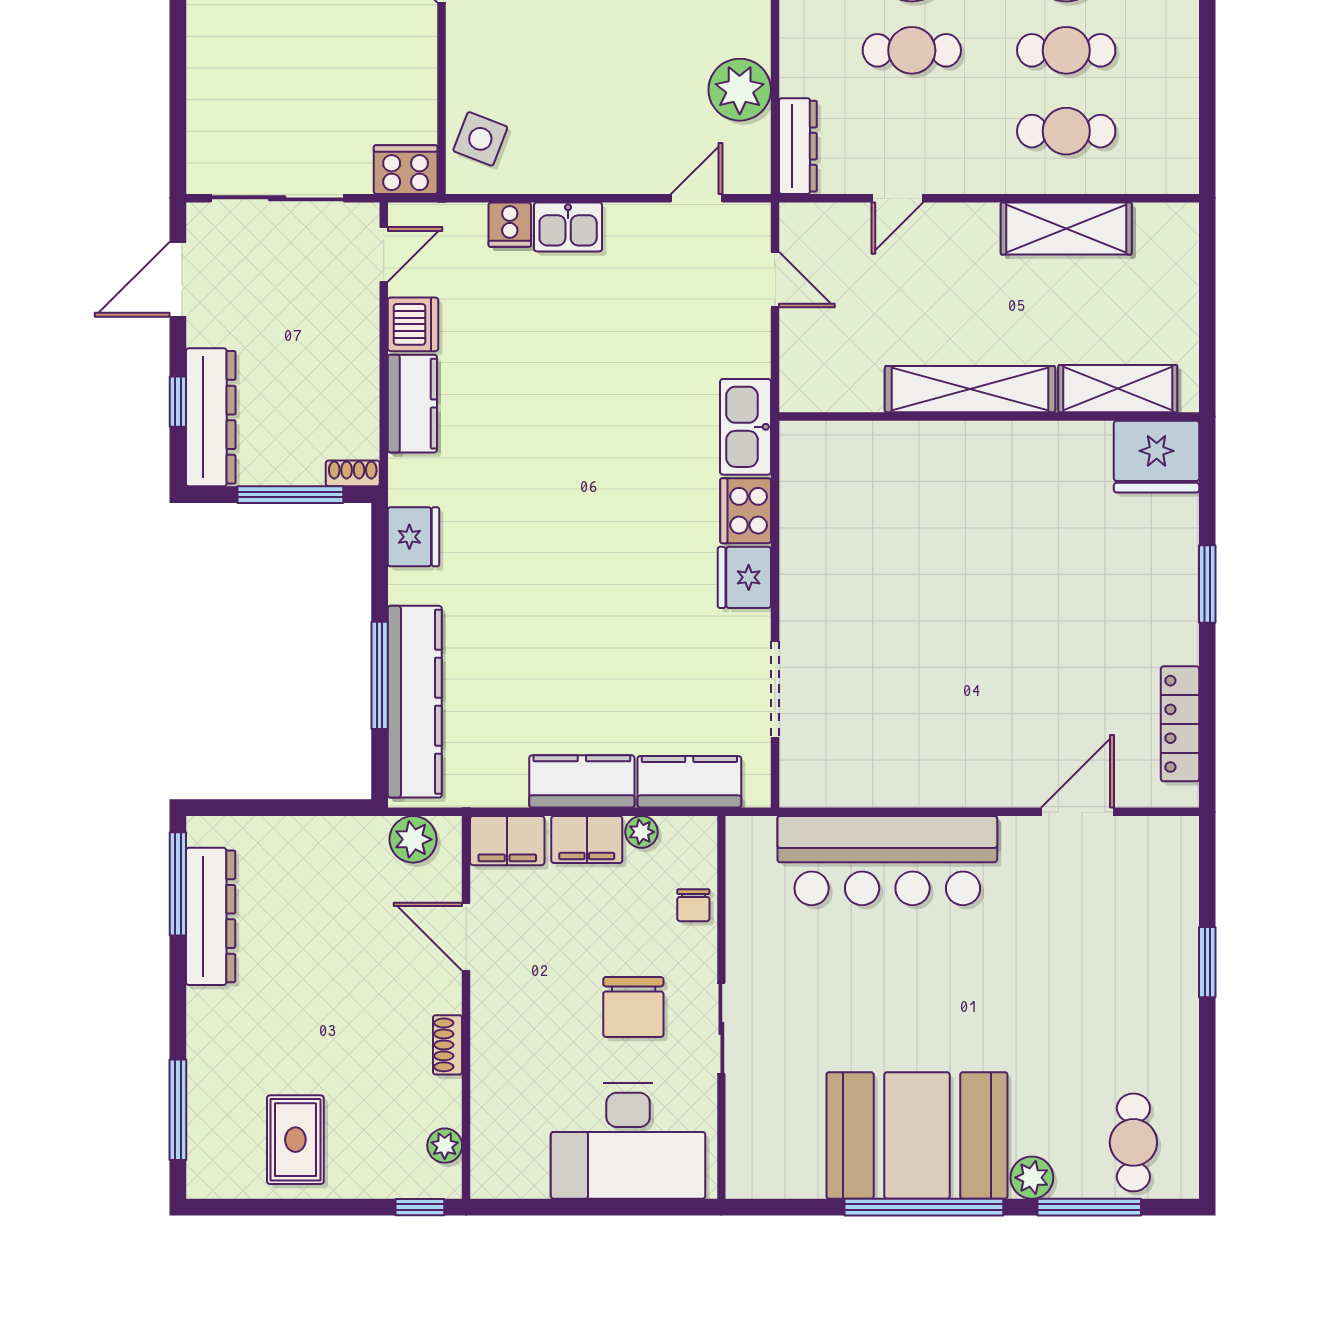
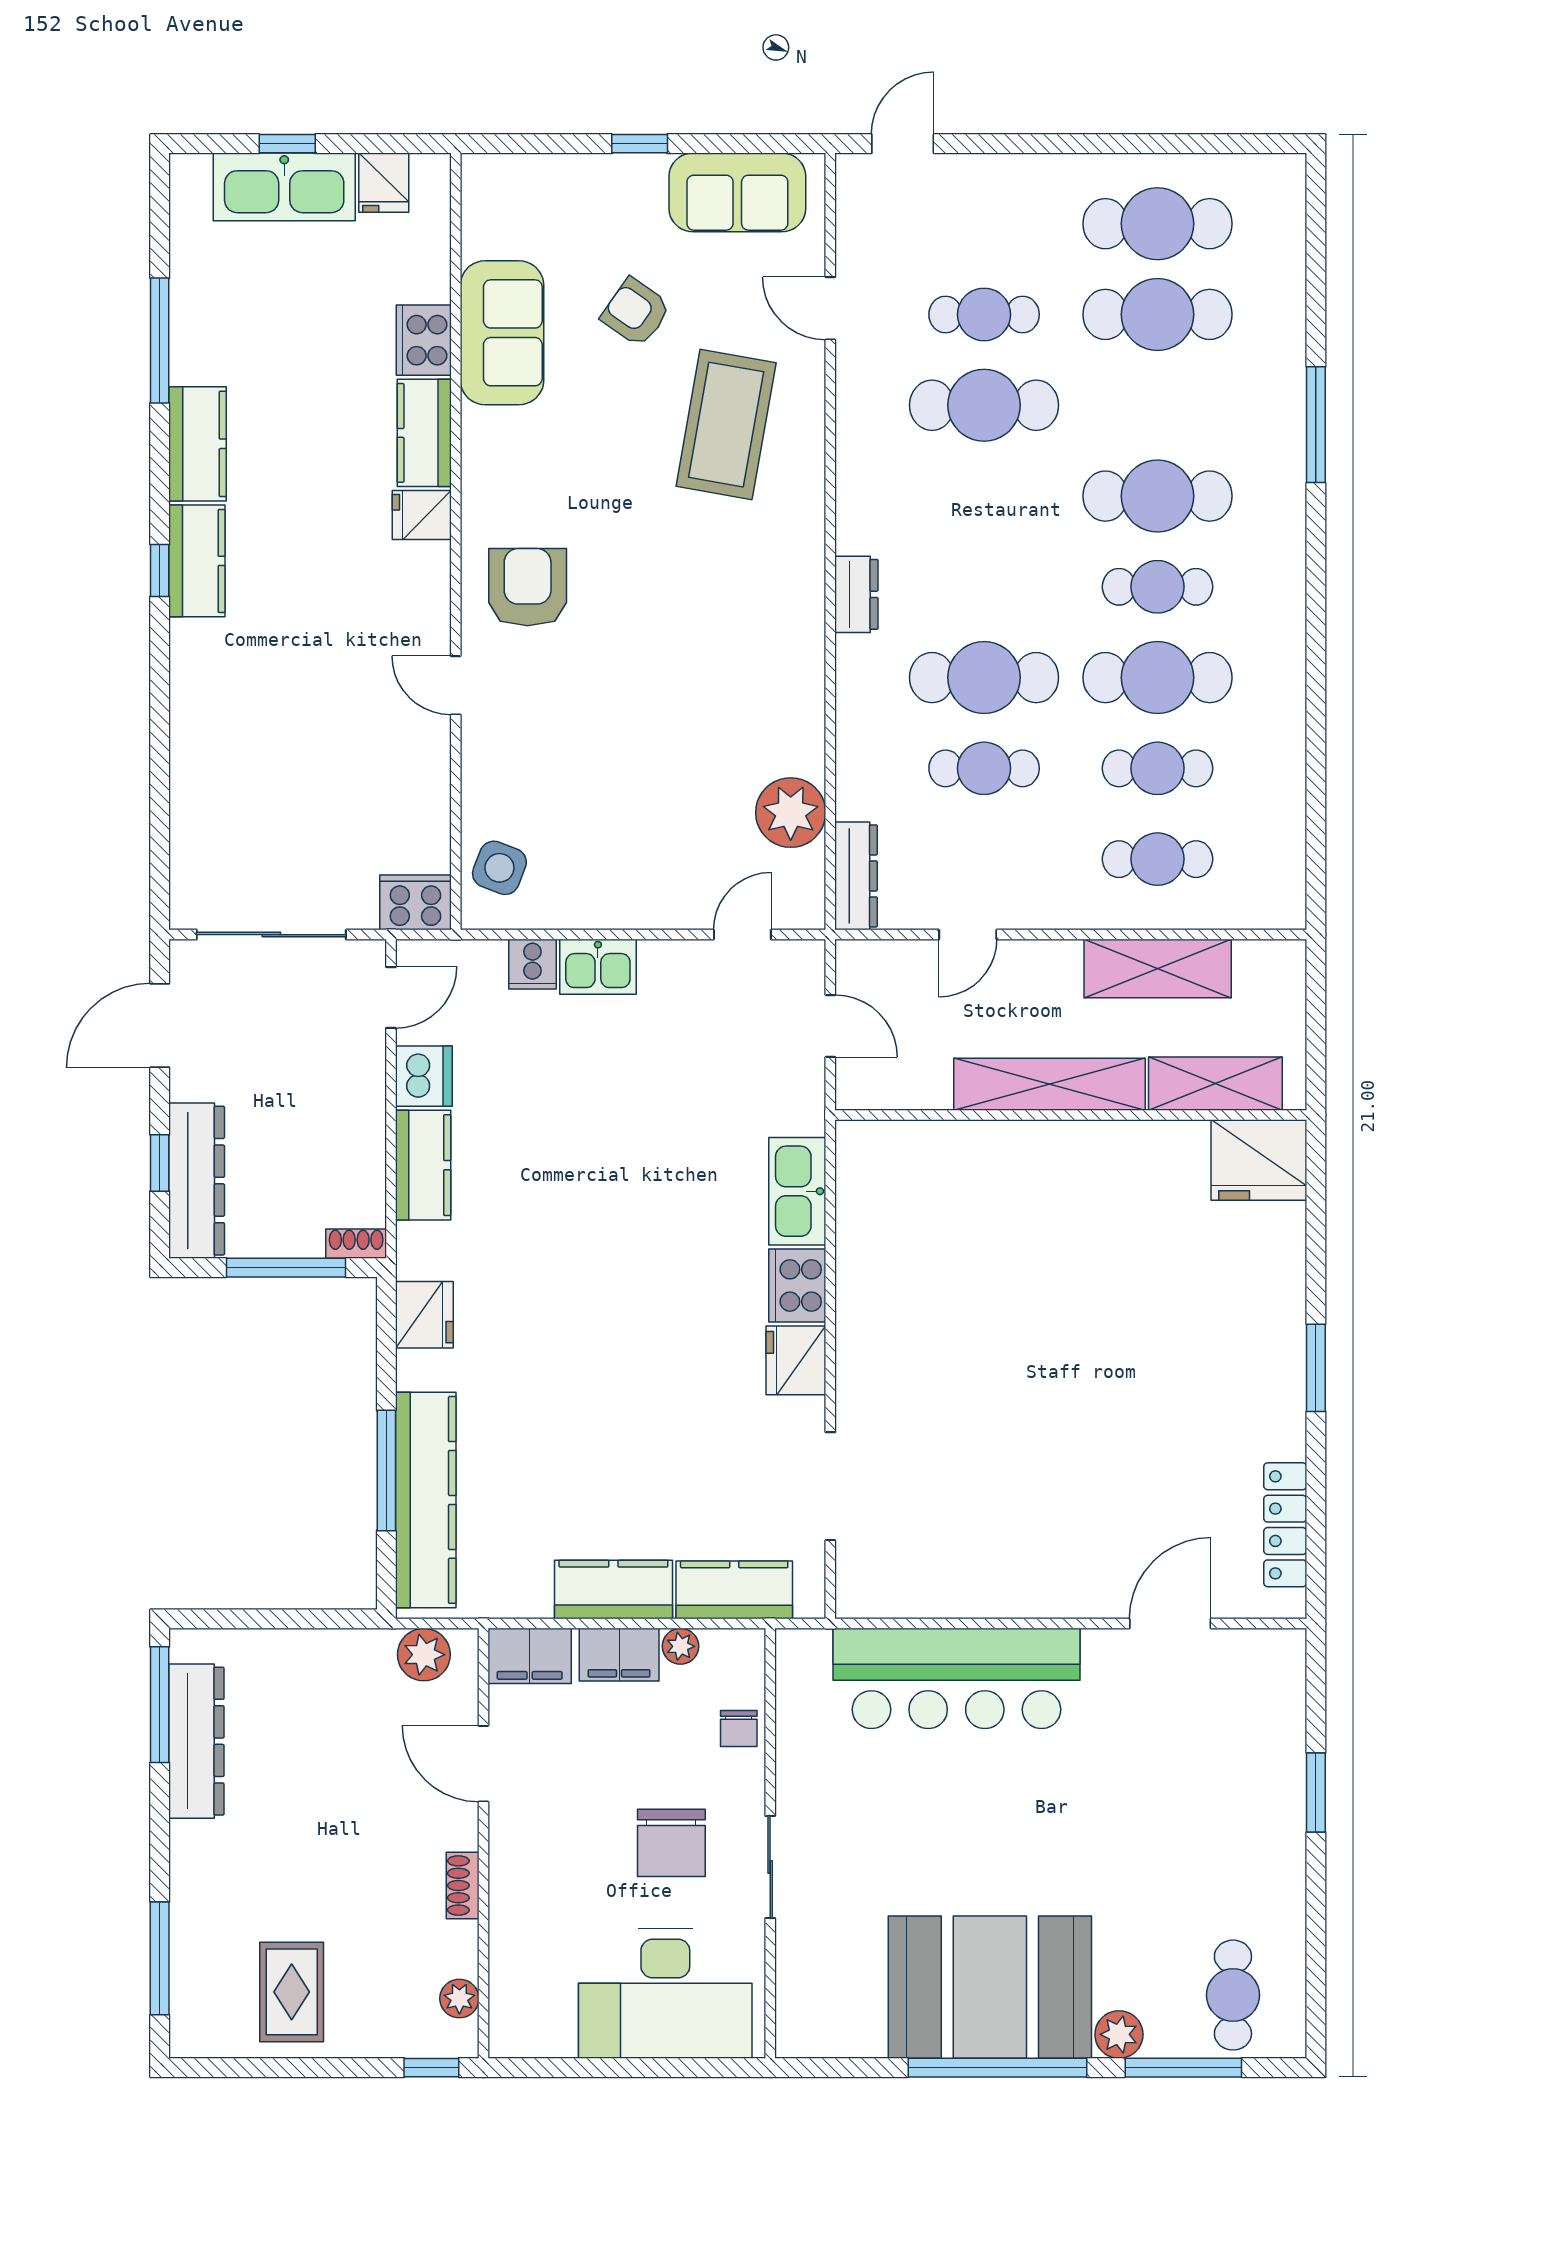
shelving: (970, 389) -> (1049, 1084), moved
shelving: (1118, 389) -> (1215, 1084), moved
wall: (989, 416) -> (1071, 1115), moved
fridge: (1157, 457) -> (1259, 1160), moved

